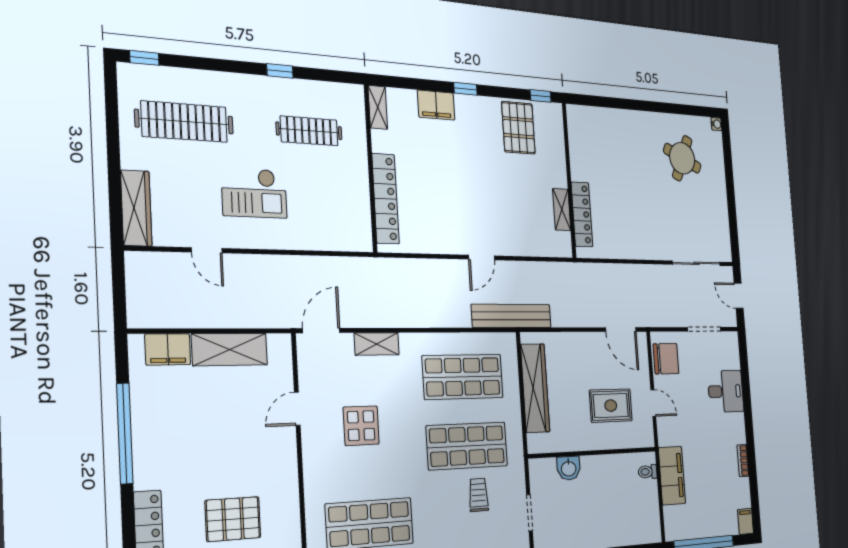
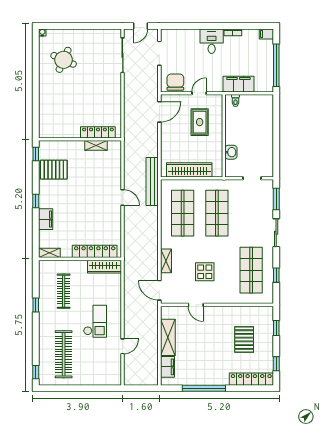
wardrobe: (136, 208) -> (104, 267), moved, turned 180
desk: (726, 391) -> (212, 41), moved
trolley: (479, 495) -> (241, 208), removed

